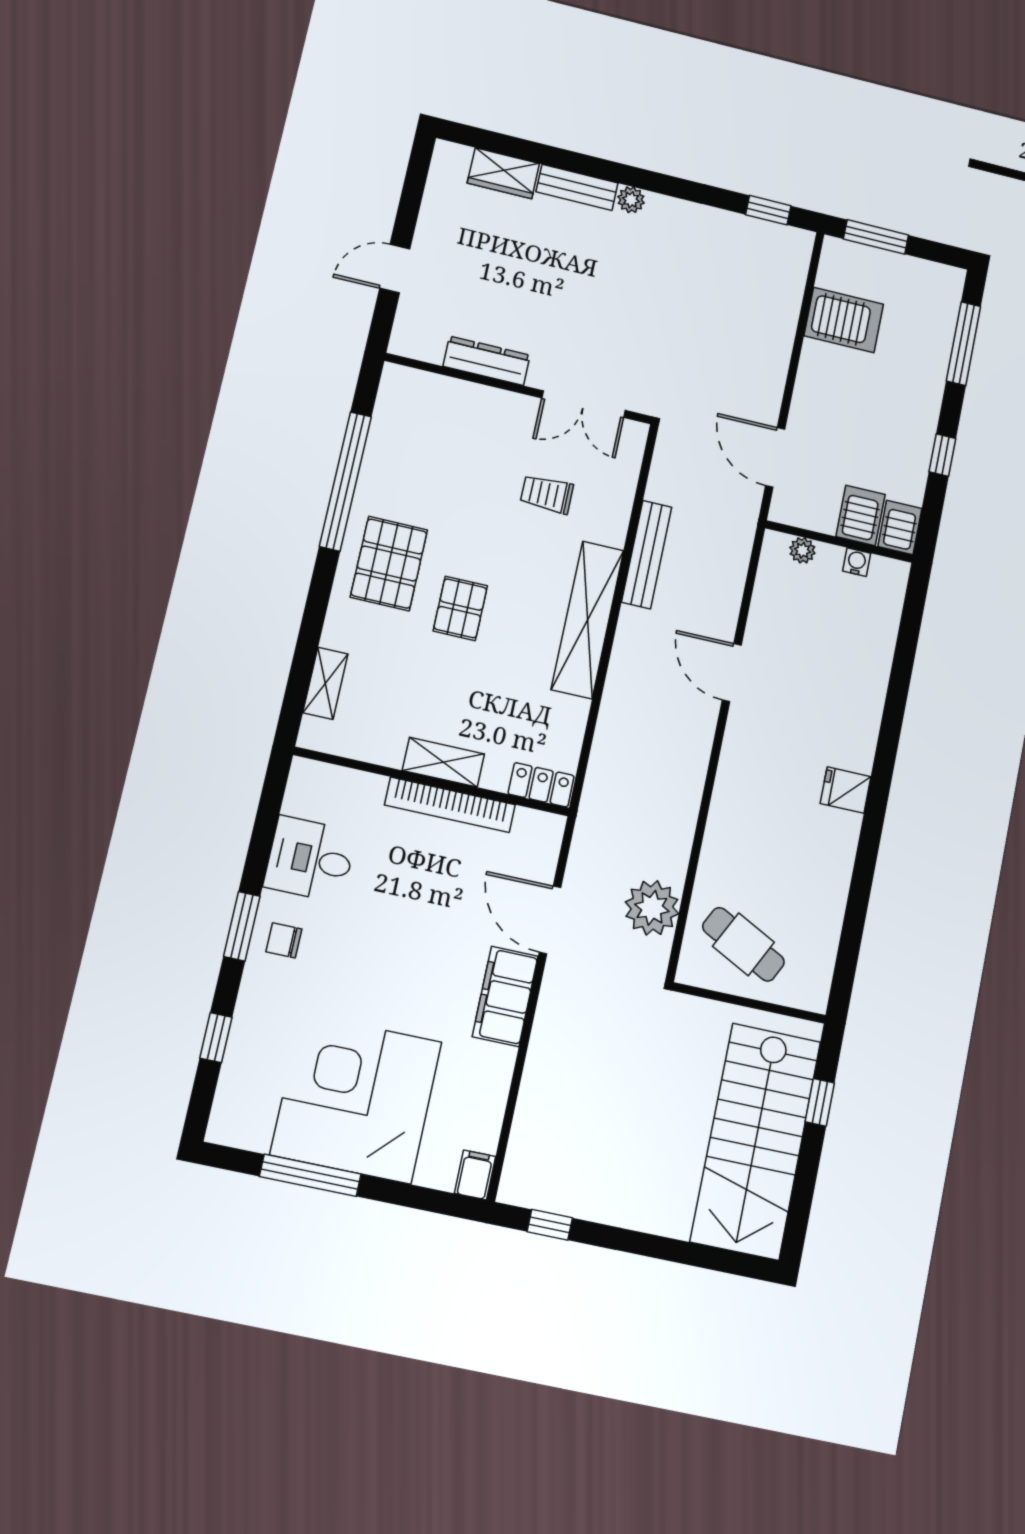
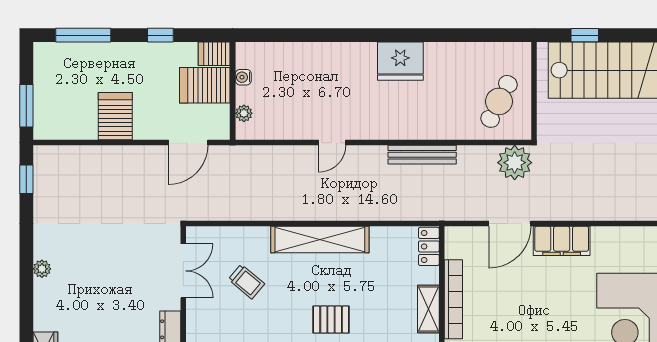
bench: (577, 187) -> (43, 305), removed
server rack: (844, 320) -> (115, 116), moved
trolley: (547, 494) -> (246, 282), turned -50
server rack: (860, 515) -> (205, 85), width x1.36, depth x1.44
bench: (647, 555) -> (422, 155), moved
door: (732, 673) -> (332, 143), width x0.73
fridge: (846, 790) -> (400, 61), width x1.88, depth x1.34
plant: (652, 908) -> (515, 163), moved

